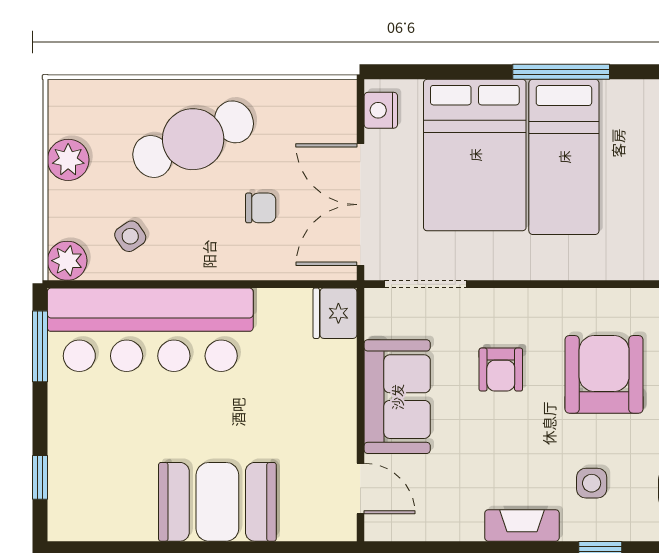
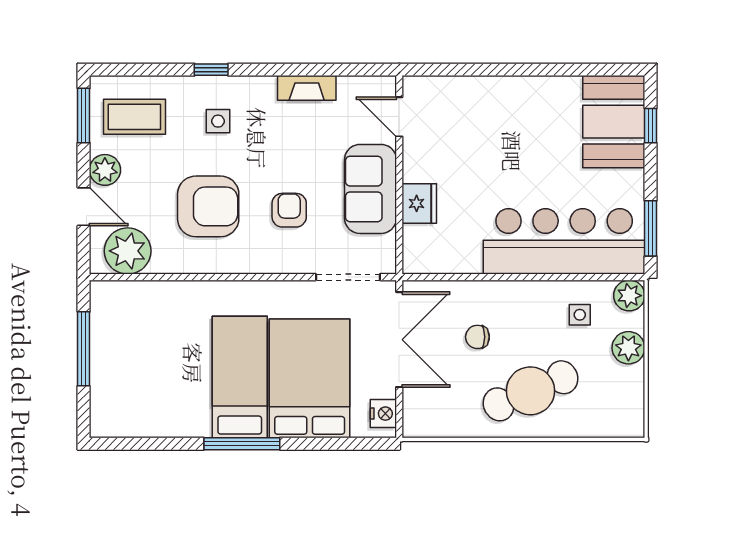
plant: (68, 160) -> (628, 348), moved
side table: (130, 236) -> (580, 315), turned 34
fridge: (335, 313) -> (419, 203), moved
armchair: (604, 374) -> (208, 206), turned -90
booth: (217, 502) -> (614, 122), moved, turned 90
fireplace: (522, 525) -> (307, 88), moved

